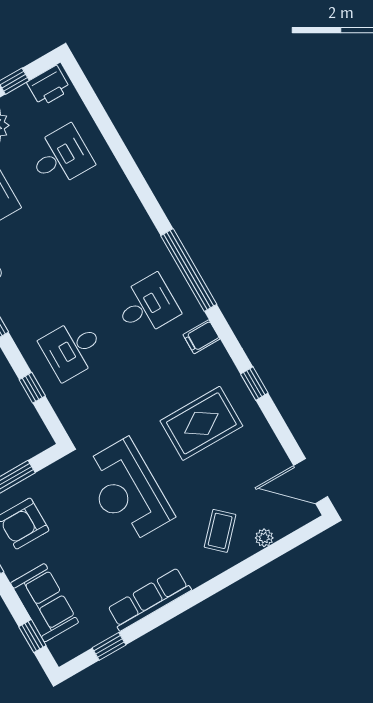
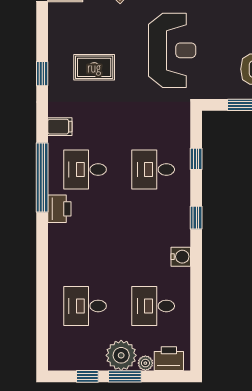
printer: (49, 86) -> (59, 209), moved, turned 90
desk: (72, 349) -> (153, 170), turned 180
rug: (201, 423) -> (94, 67), width x0.73, depth x0.70

